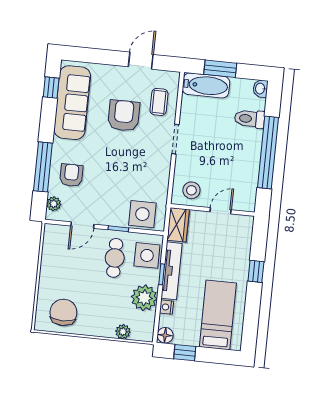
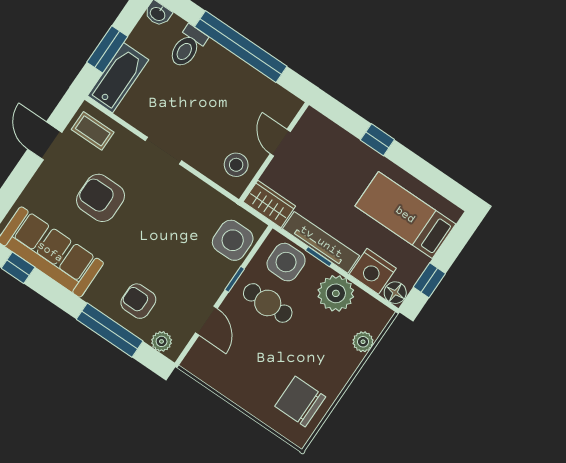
coffee table: (159, 102) -> (93, 131), moved
nightstand: (166, 307) -> (373, 271), width x1.89, depth x1.79

